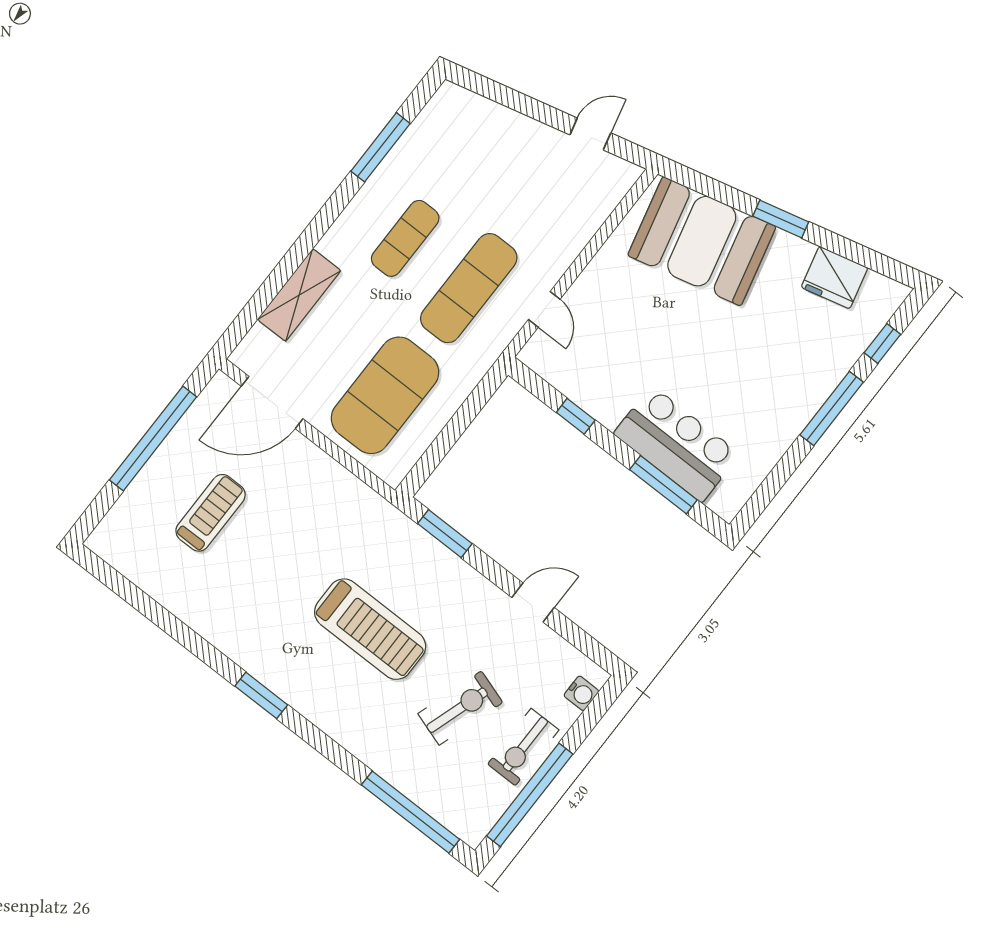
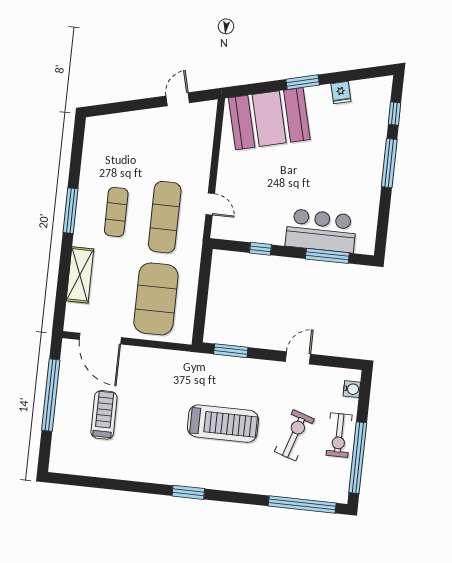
window: (381, 147) -> (70, 211), moved
fridge: (835, 278) -> (341, 93), width x0.53, depth x0.75
door: (272, 402) -> (100, 339), hinge flipped

